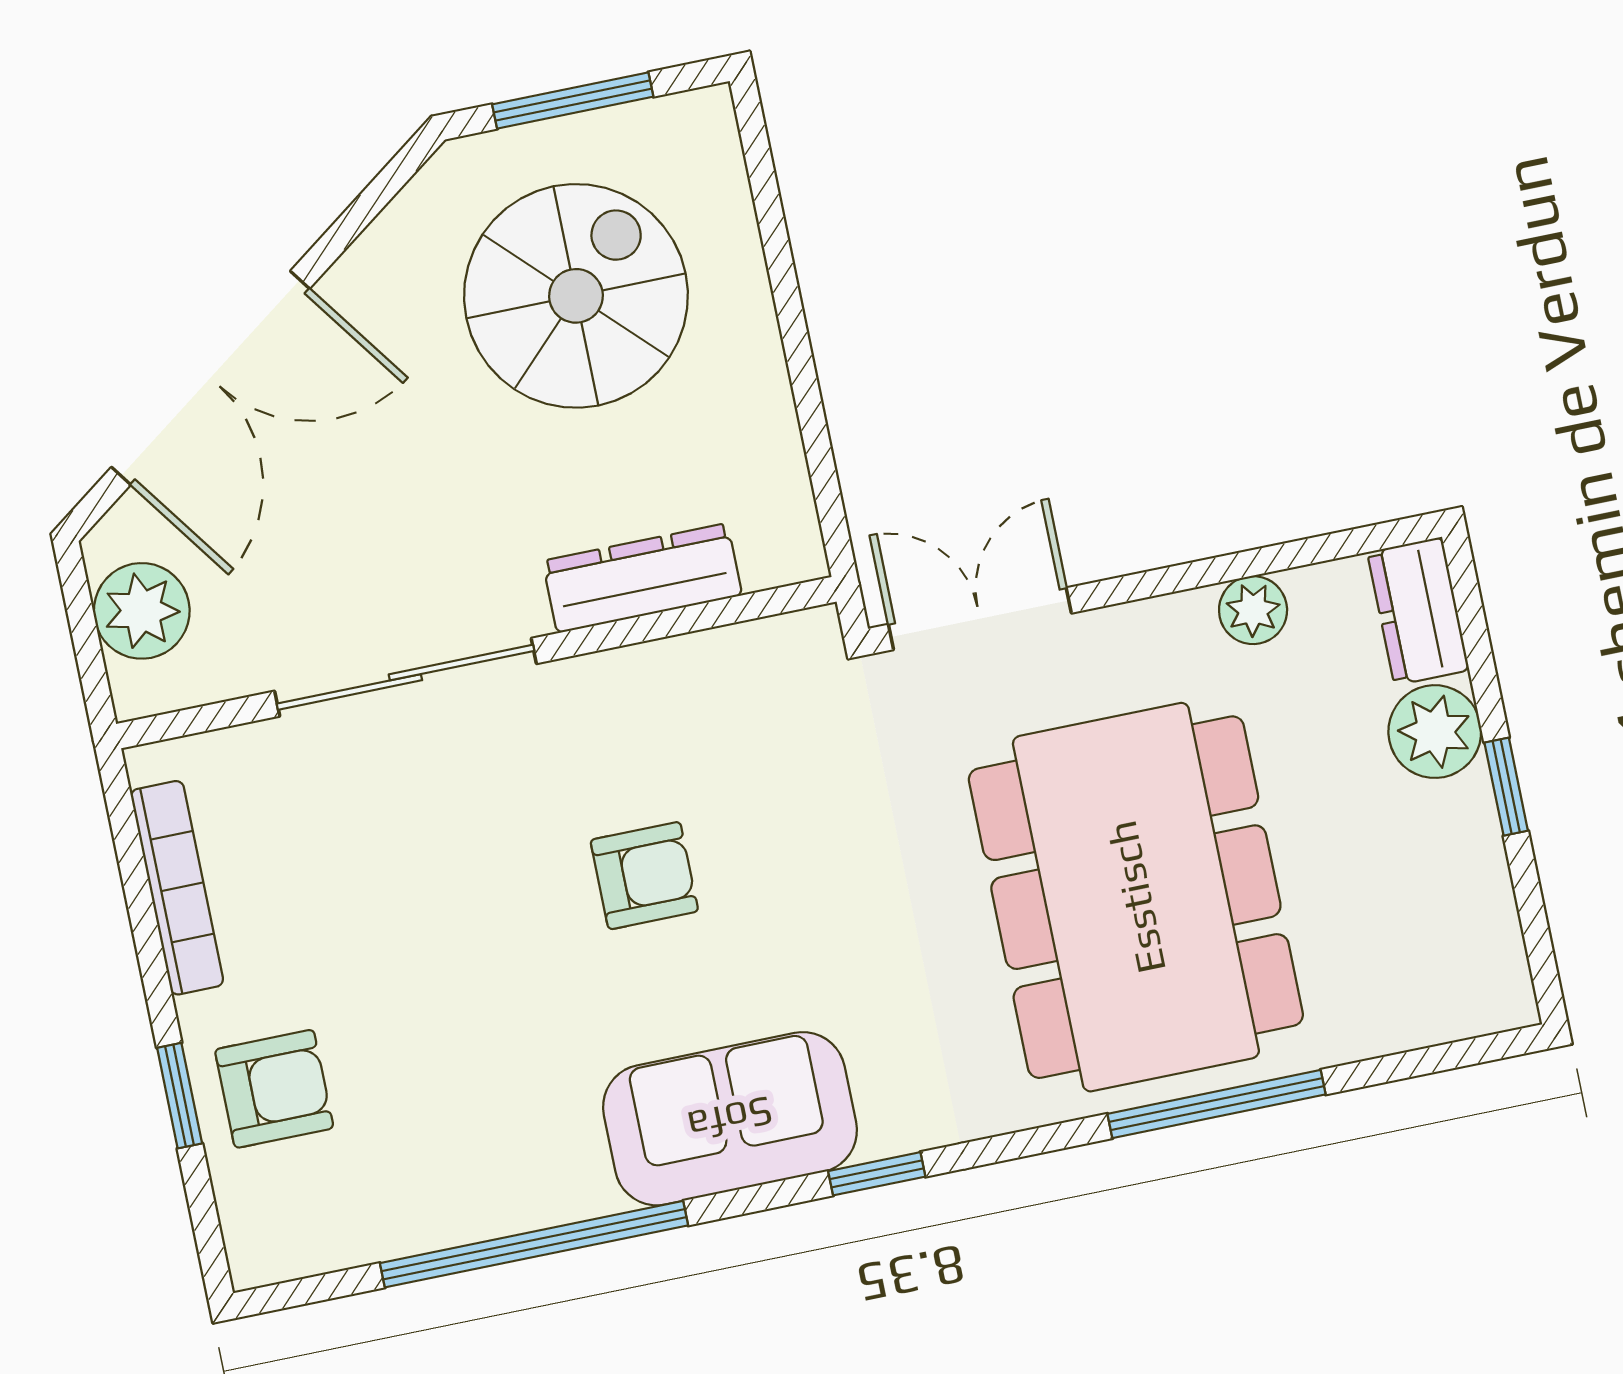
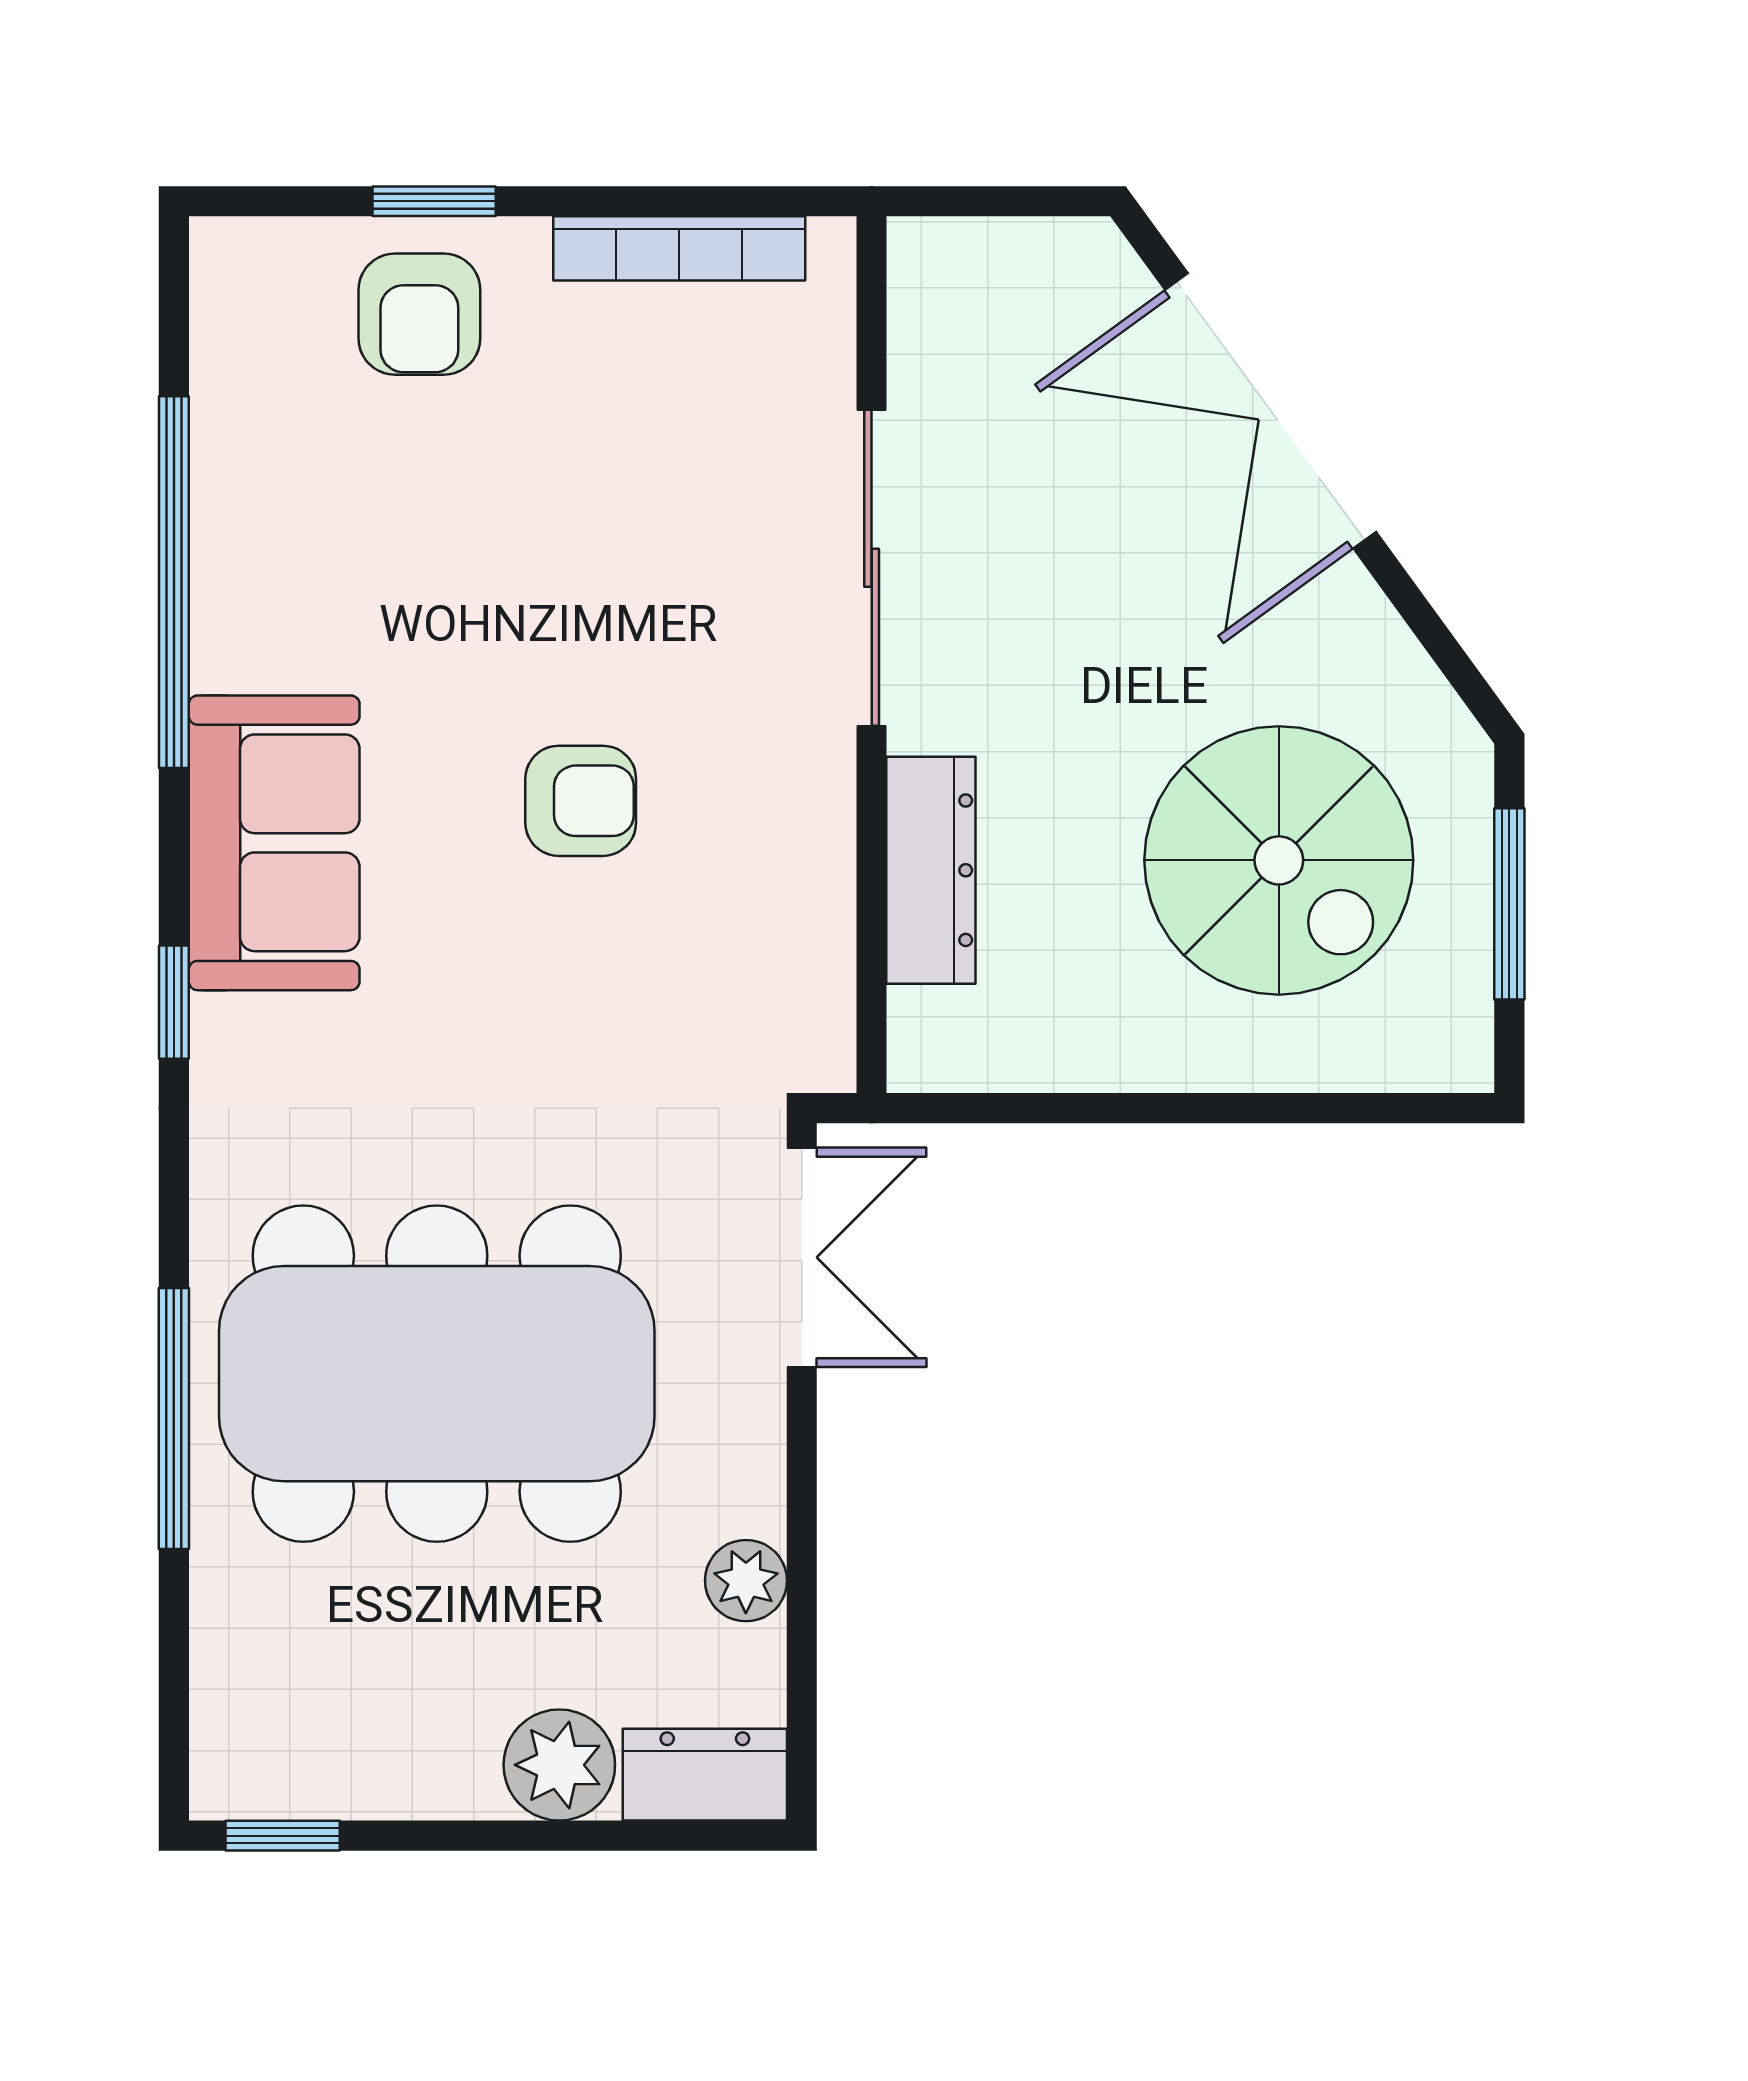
plant: (142, 611) -> (1013, 274), removed
window: (1506, 787) -> (283, 1836), moved
armchair: (644, 876) -> (581, 801), turned -90

